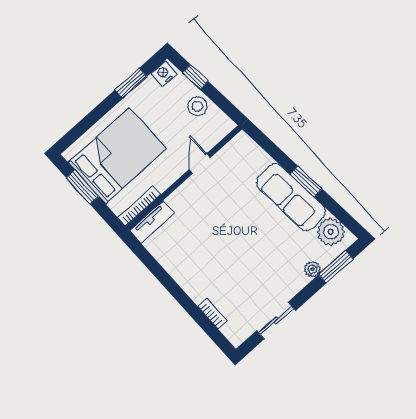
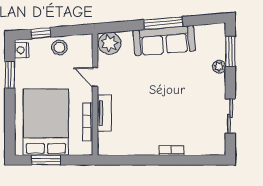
window: (306, 181) -> (163, 23), width x1.44
bookcase: (139, 206) -> (88, 122), moved
tv unit: (152, 222) -> (104, 113), moved
plant: (331, 232) -> (110, 43), moved
bookcase: (212, 314) -> (171, 150), moved

